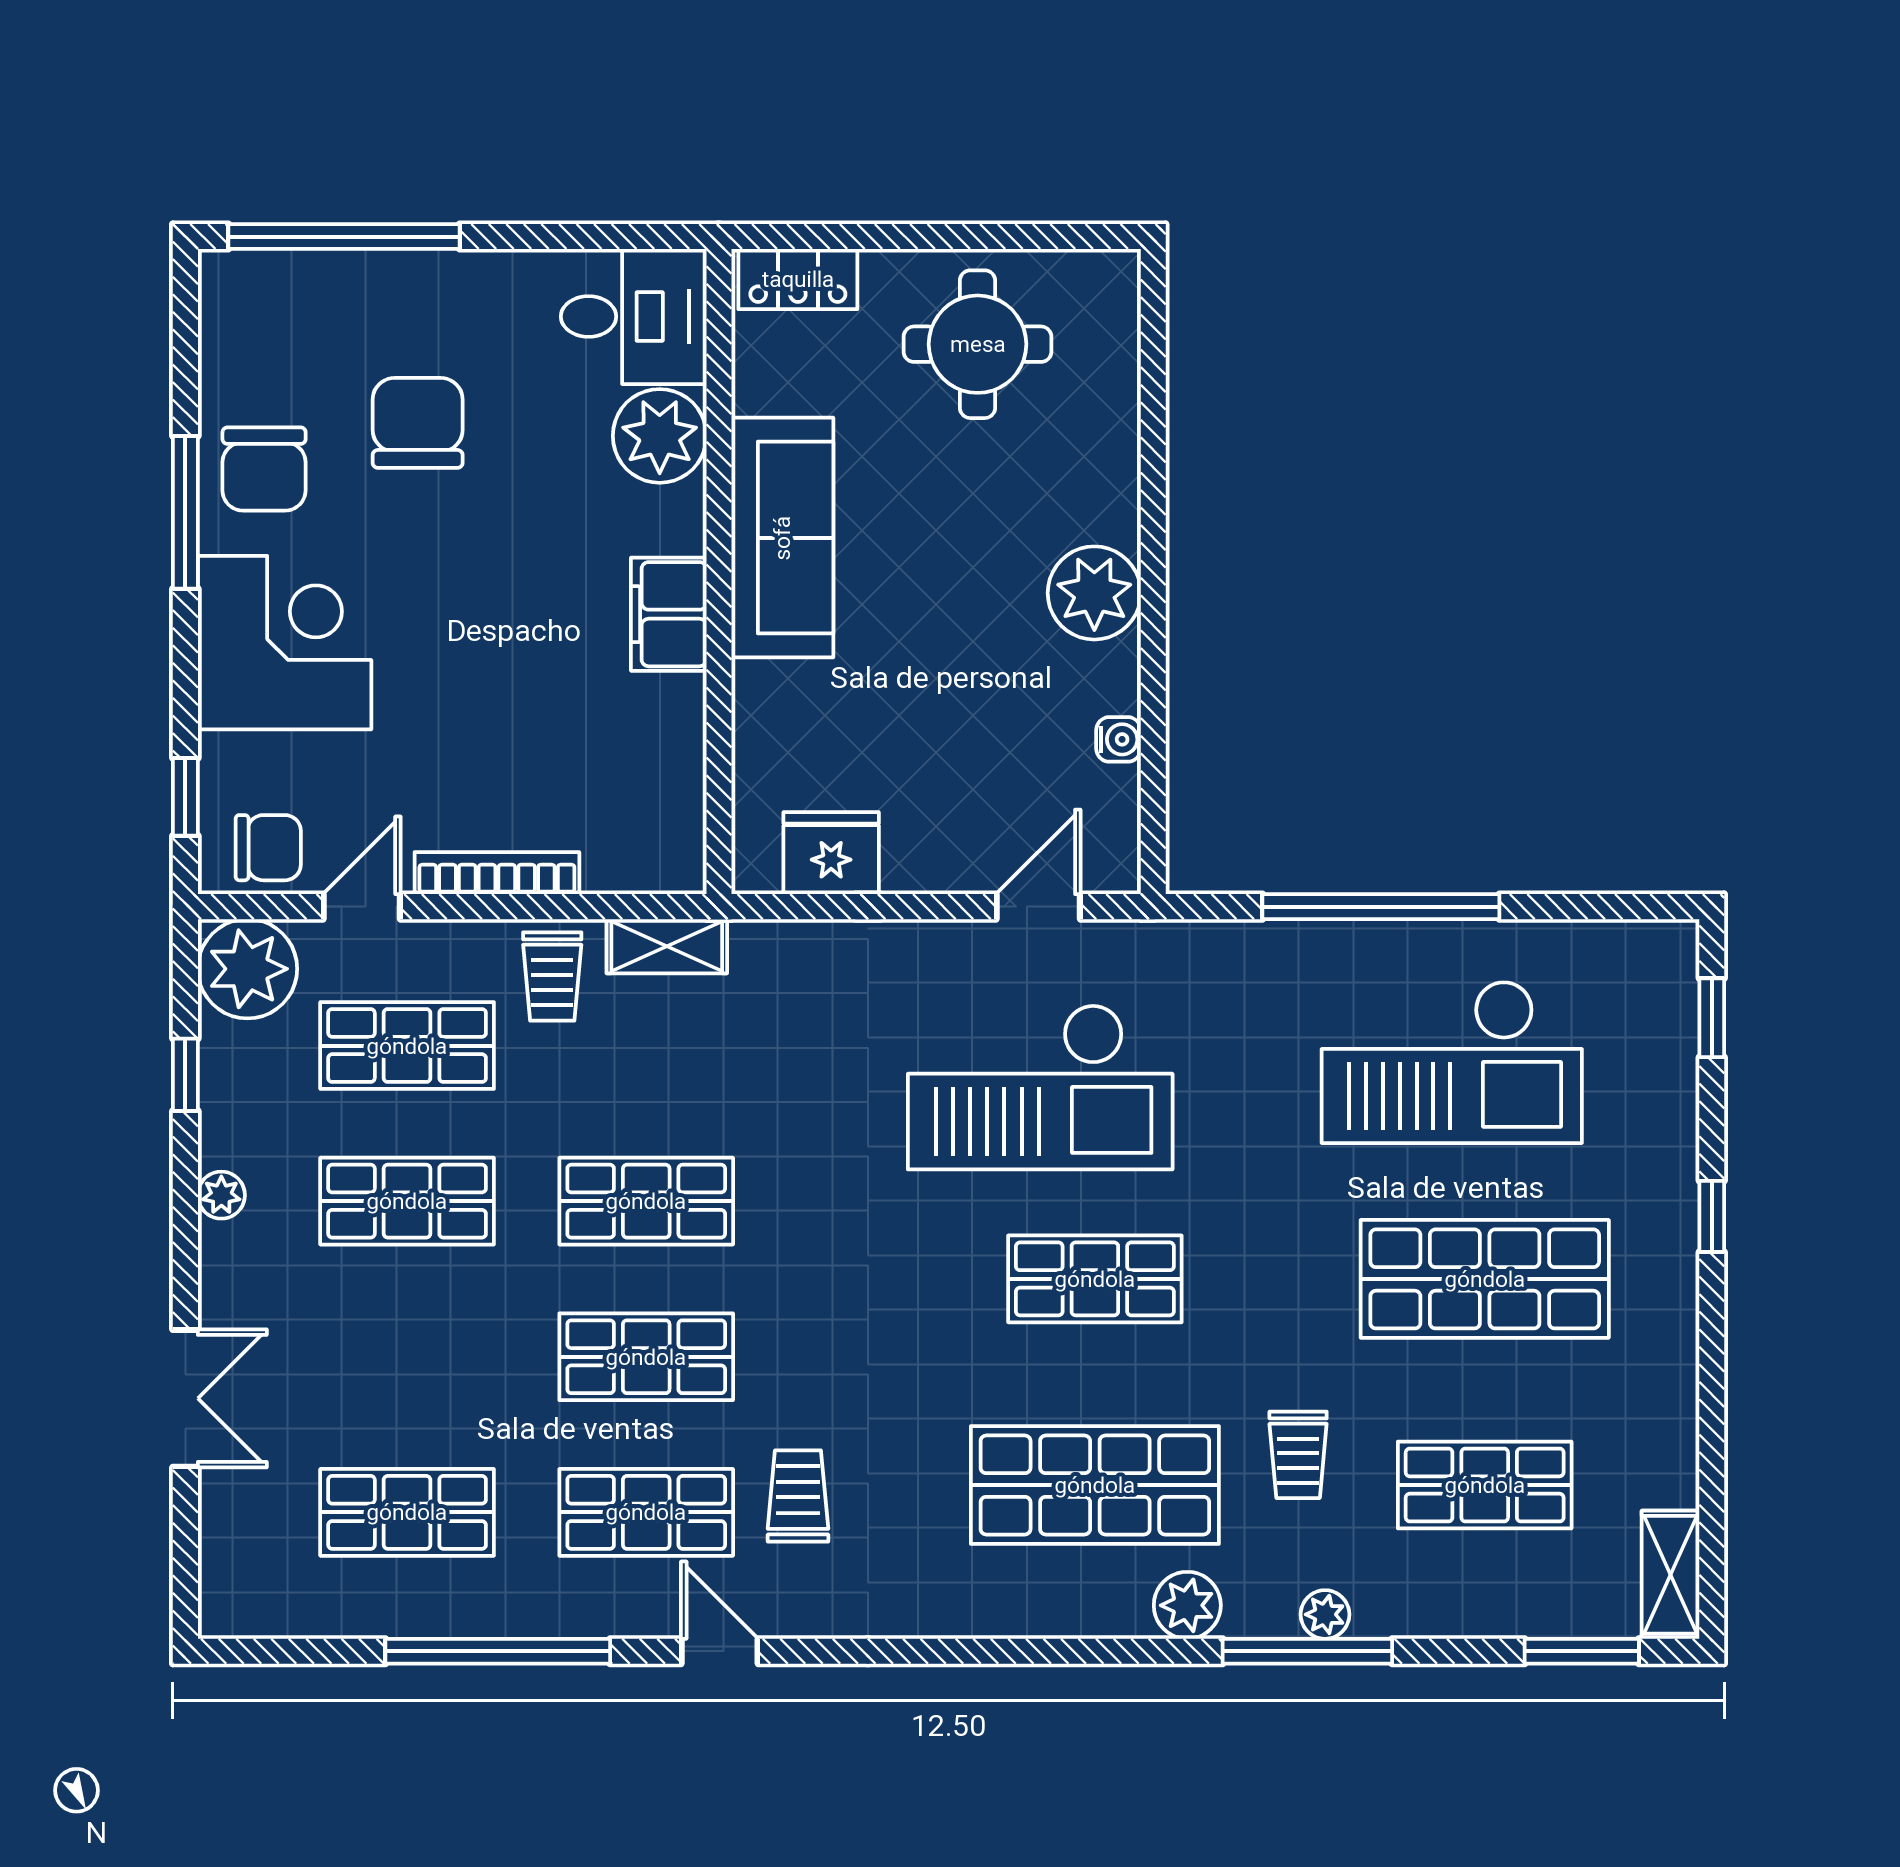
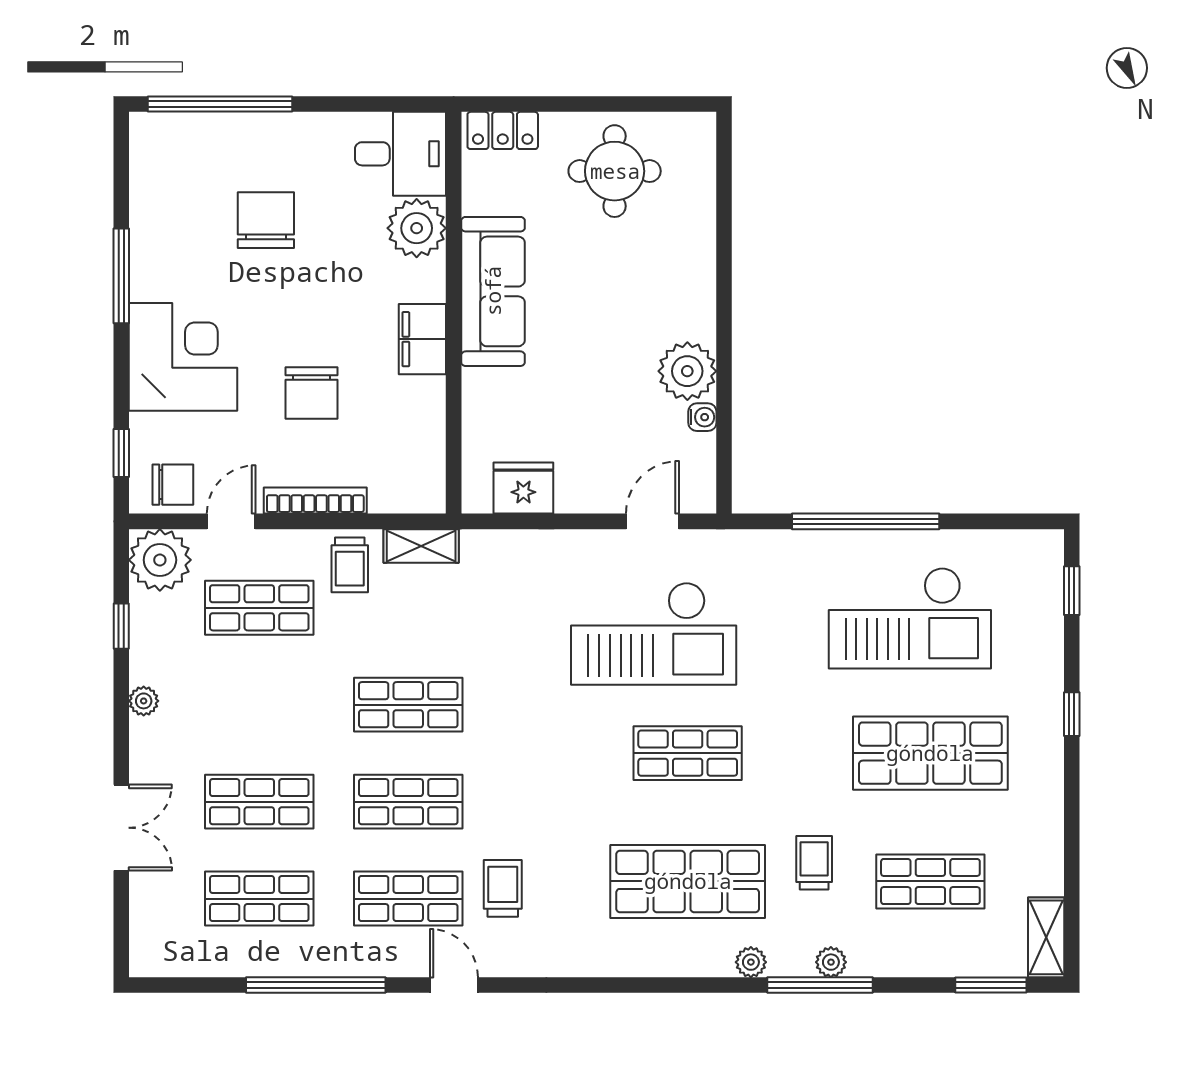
chair: (264, 469) -> (312, 393), moved
plant: (1094, 593) -> (687, 371), moved
shop shelf: (407, 1201) -> (259, 802), moved
trolley: (1298, 1455) -> (814, 863), turned 180
plant: (1187, 1605) -> (751, 962), width x0.73, depth x0.73

